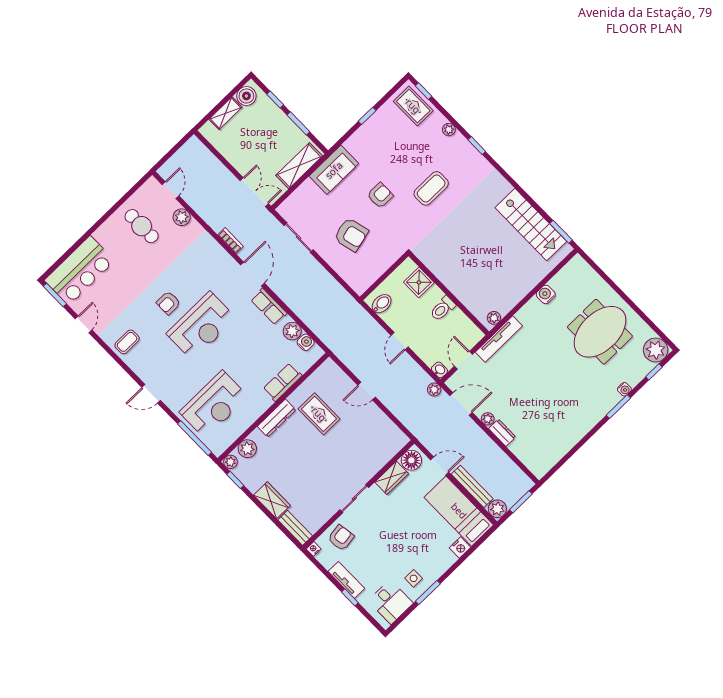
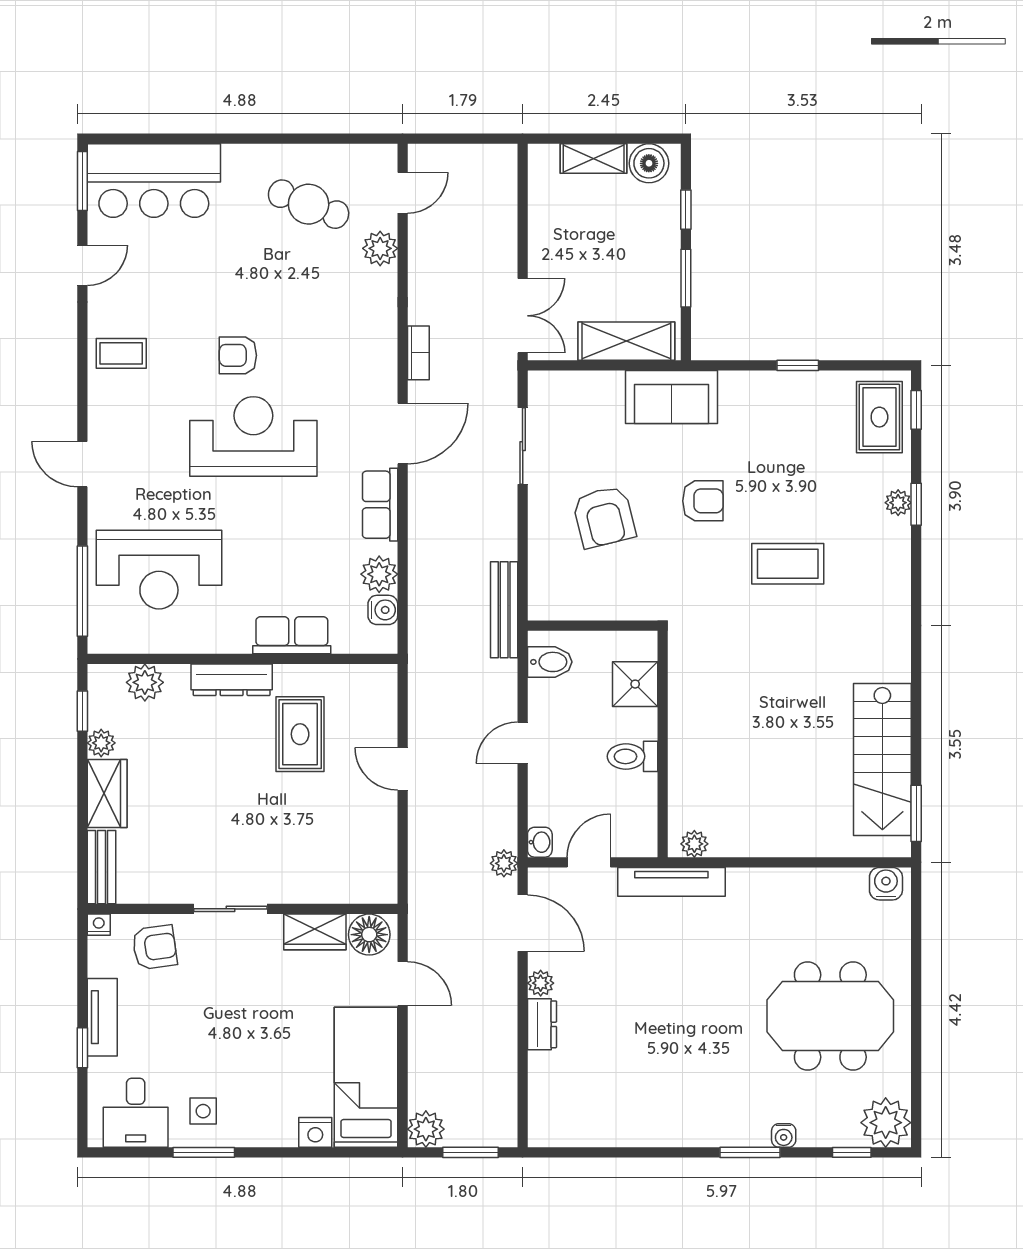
window: (477, 146) -> (916, 504), moved
cafe table: (142, 226) -> (309, 204), turned -69
water cooler: (546, 294) -> (886, 884), moved
reception desk: (201, 326) -> (253, 436), turned 180
plant: (230, 462) -> (101, 743), moved
bench: (472, 486) -> (504, 610), moved

